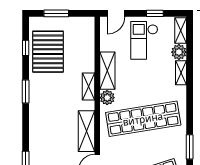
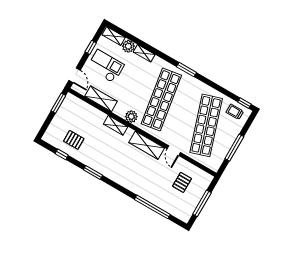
window: (56, 13) -> (58, 103), moved
checkout: (144, 40) -> (106, 66), turned 180
pallet: (48, 52) -> (74, 140), width x0.49, depth x0.50
shelving: (107, 71) -> (101, 99), moved
window: (190, 147) -> (187, 70), moved

